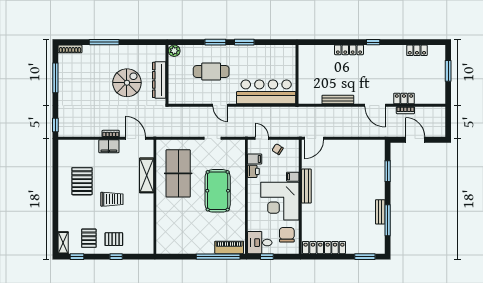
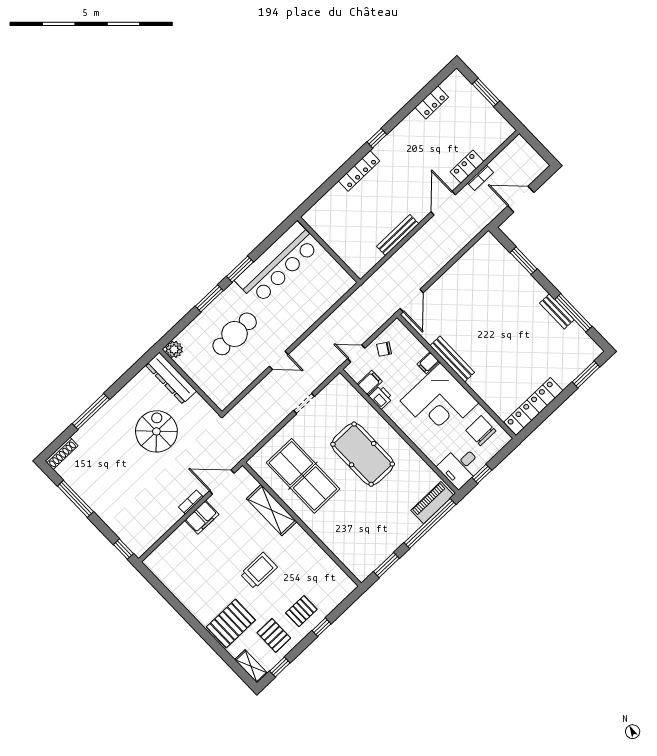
dresser: (159, 80) -> (171, 378), moved
bar counter: (266, 92) -> (278, 263), moved, turned 180
door: (375, 105) -> (443, 203), swing flipped
pallet: (82, 181) -> (231, 624), moved, turned 90
window: (177, 257) -> (386, 565), added

